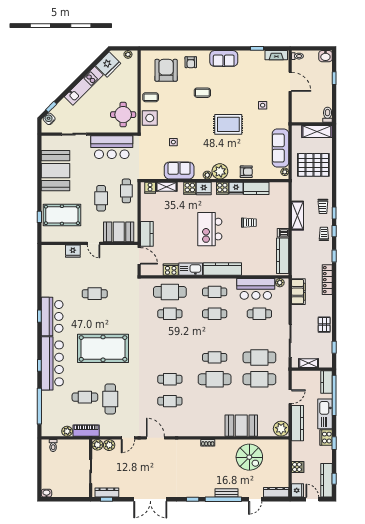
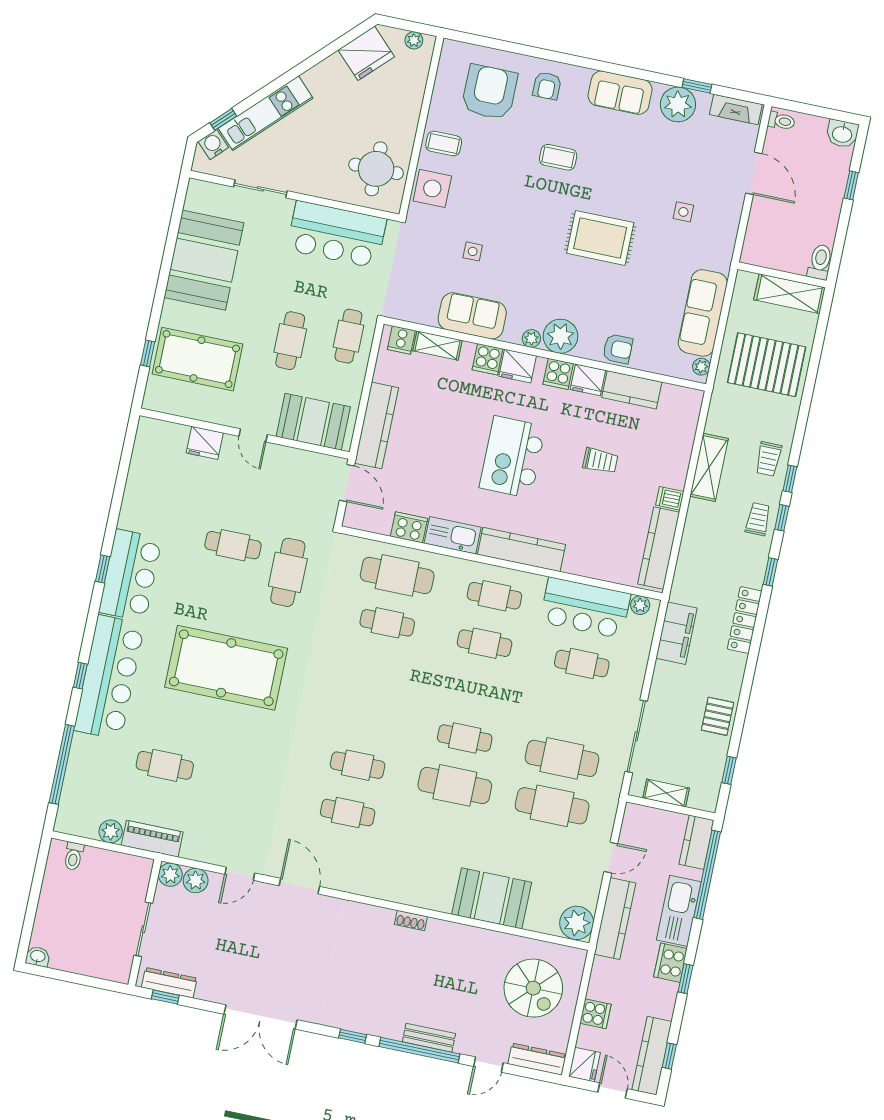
plant: (250, 58) -> (678, 104), added
kitchen unit: (84, 86) -> (266, 113), moved
kitchen counter: (147, 234) -> (376, 425), width x1.50
cafe table: (110, 399) -> (288, 572), moved
spiral stairs: (249, 457) -> (533, 988), moved

